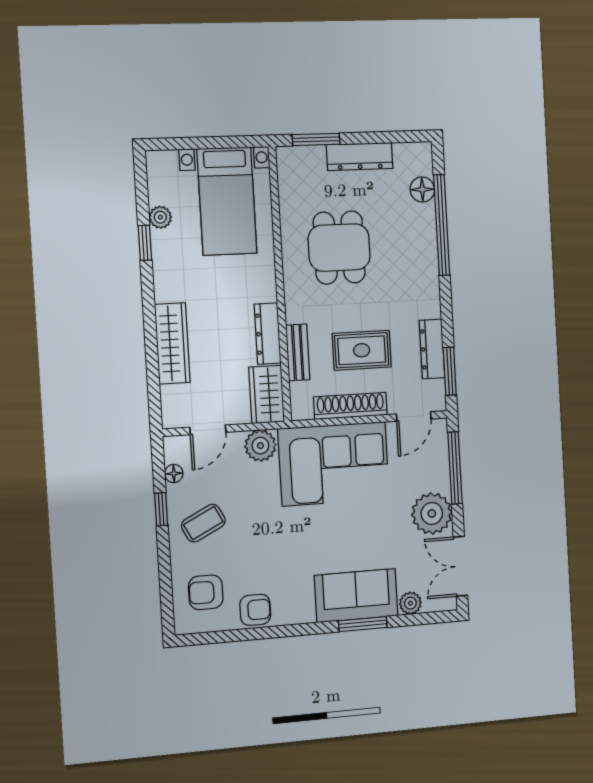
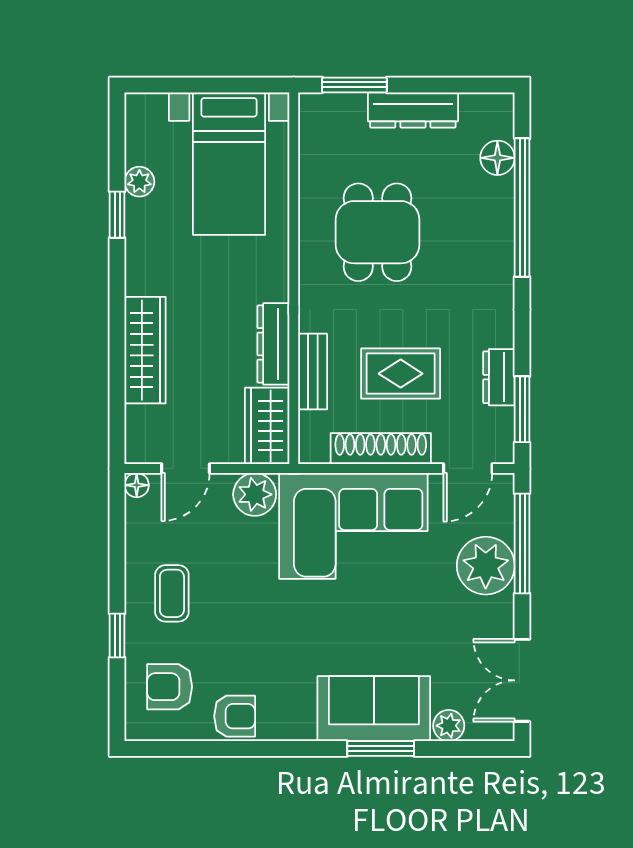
dresser: (432, 349) -> (499, 377), width x0.70
floor lamp: (174, 474) -> (137, 485), moved
window: (161, 509) -> (117, 636), moved
plant: (432, 513) -> (486, 566), moved
coffee table: (203, 523) -> (172, 593), turned -63

